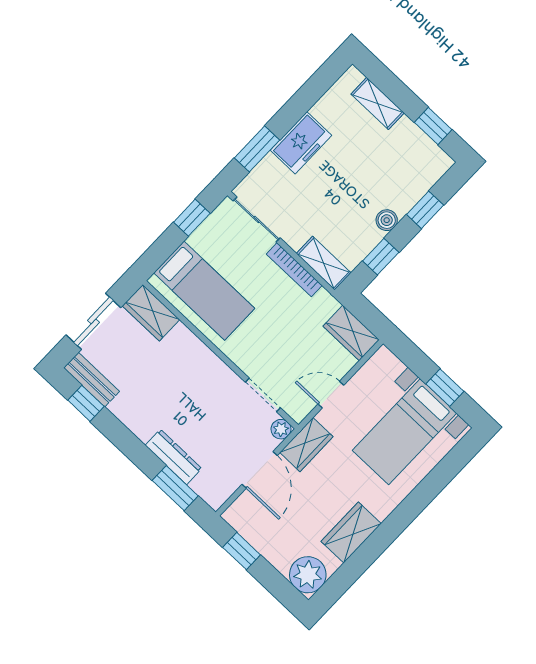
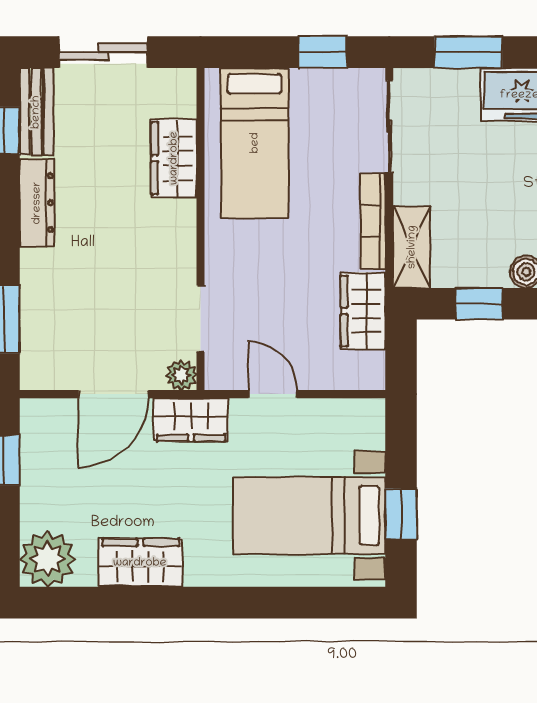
wardrobe: (151, 313) -> (174, 158), moved
wardrobe: (351, 333) -> (363, 311), moved
dresser: (173, 457) -> (37, 203), moved

